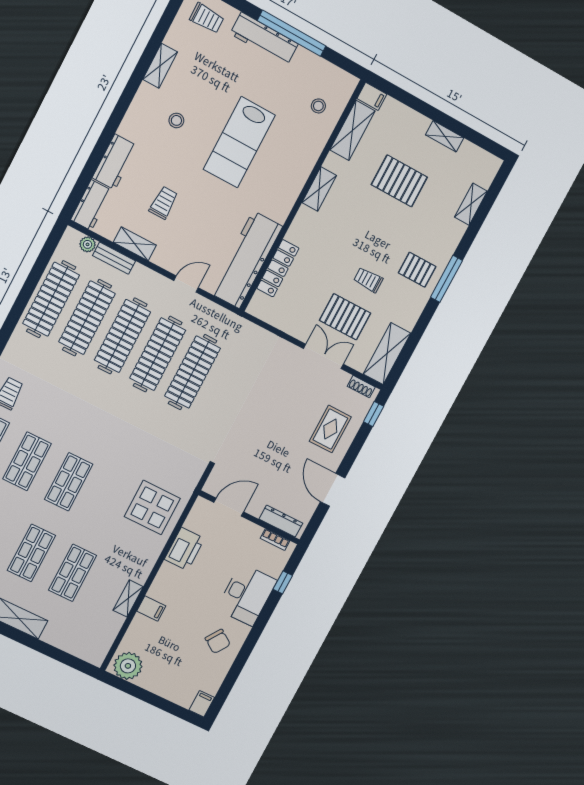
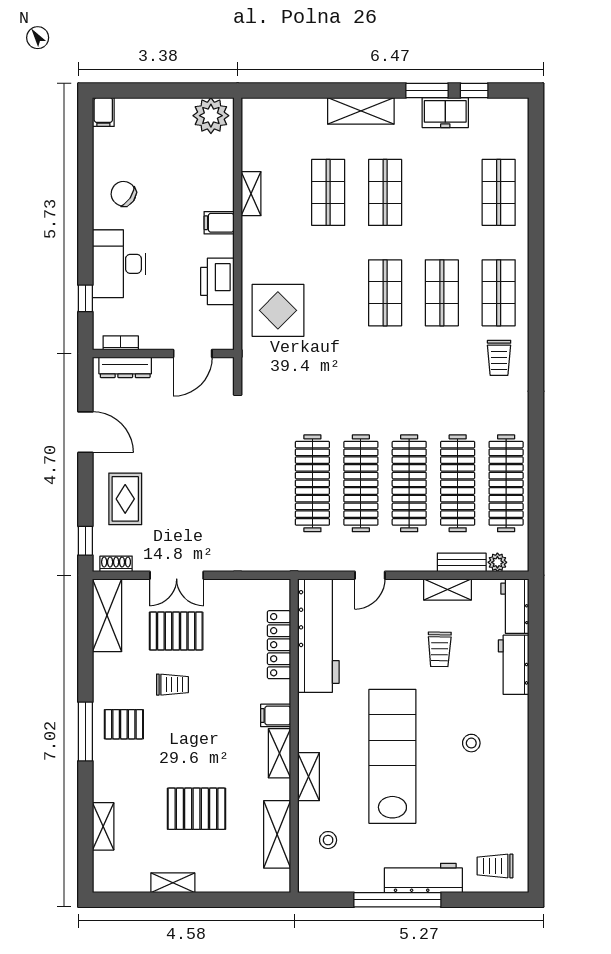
shelving: (160, 66) -> (309, 777), moved
filing cabinet: (372, 96) -> (276, 715), moved
lab bench: (239, 142) -> (392, 756), width x1.36
filing cabinet: (151, 608) -> (219, 223), moved

